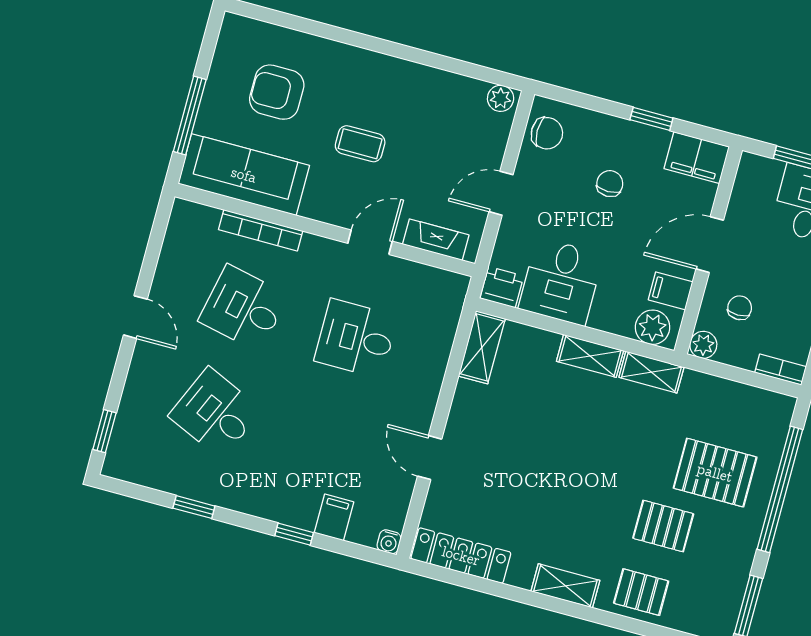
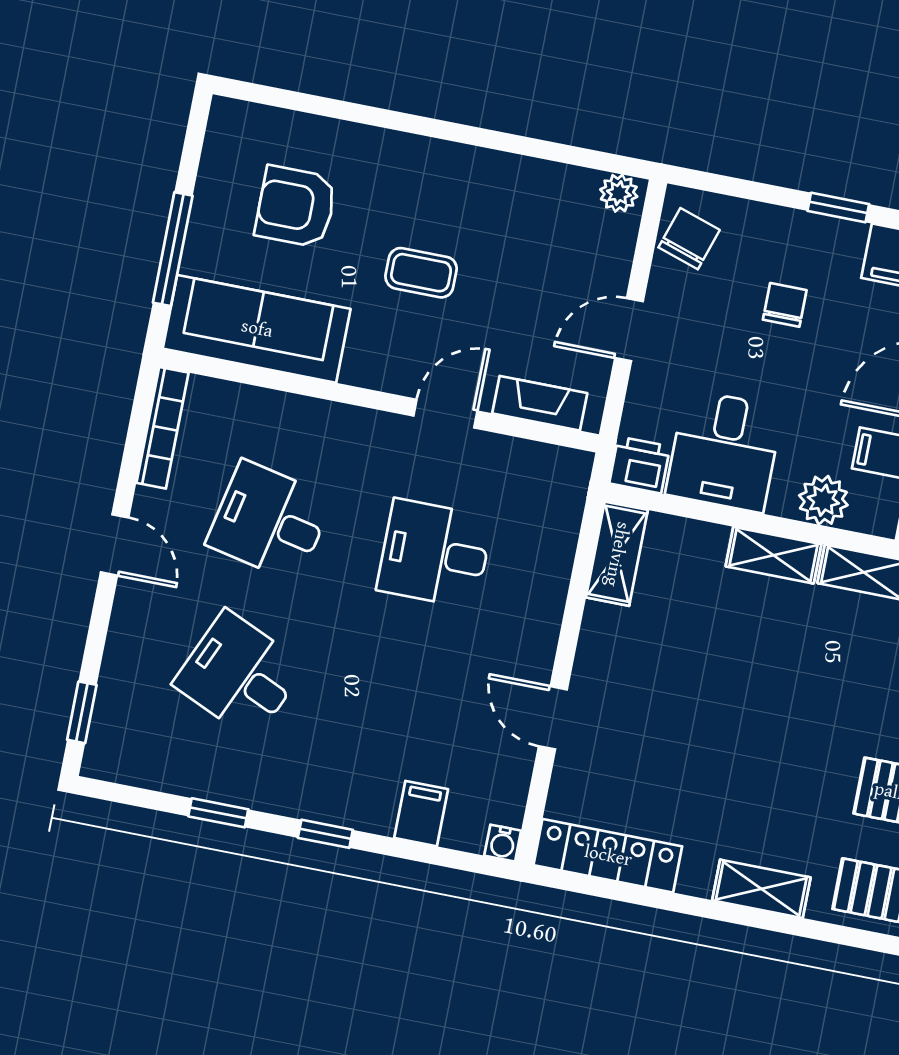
chair: (547, 133) -> (689, 239), turned -72
bookcase: (261, 230) -> (163, 428), moved, turned -90
plant: (653, 327) -> (823, 500), moved
window: (294, 534) -> (325, 834), moved

